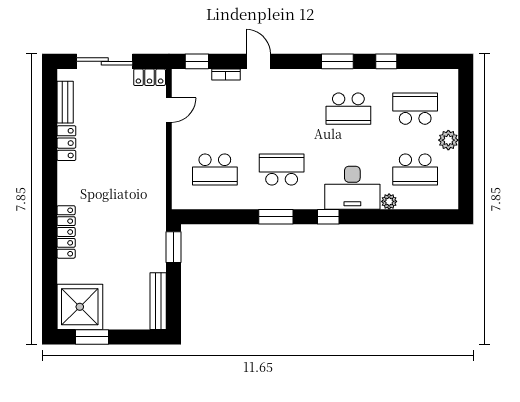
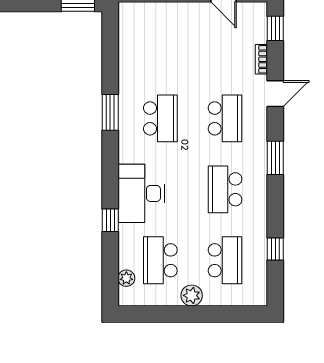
window: (337, 61) -> (275, 158), moved
window: (386, 61) -> (275, 249), moved
school desk: (215, 169) -> (225, 118), moved, turned 180
plant: (389, 201) -> (126, 278), moved
window: (328, 217) -> (110, 220), moved

